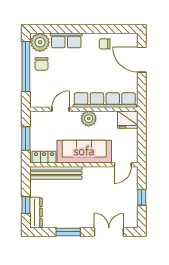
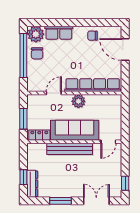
fridge: (128, 120) -> (113, 102), removed
bench: (56, 173) -> (70, 149), moved
window: (142, 197) -> (125, 183), moved

